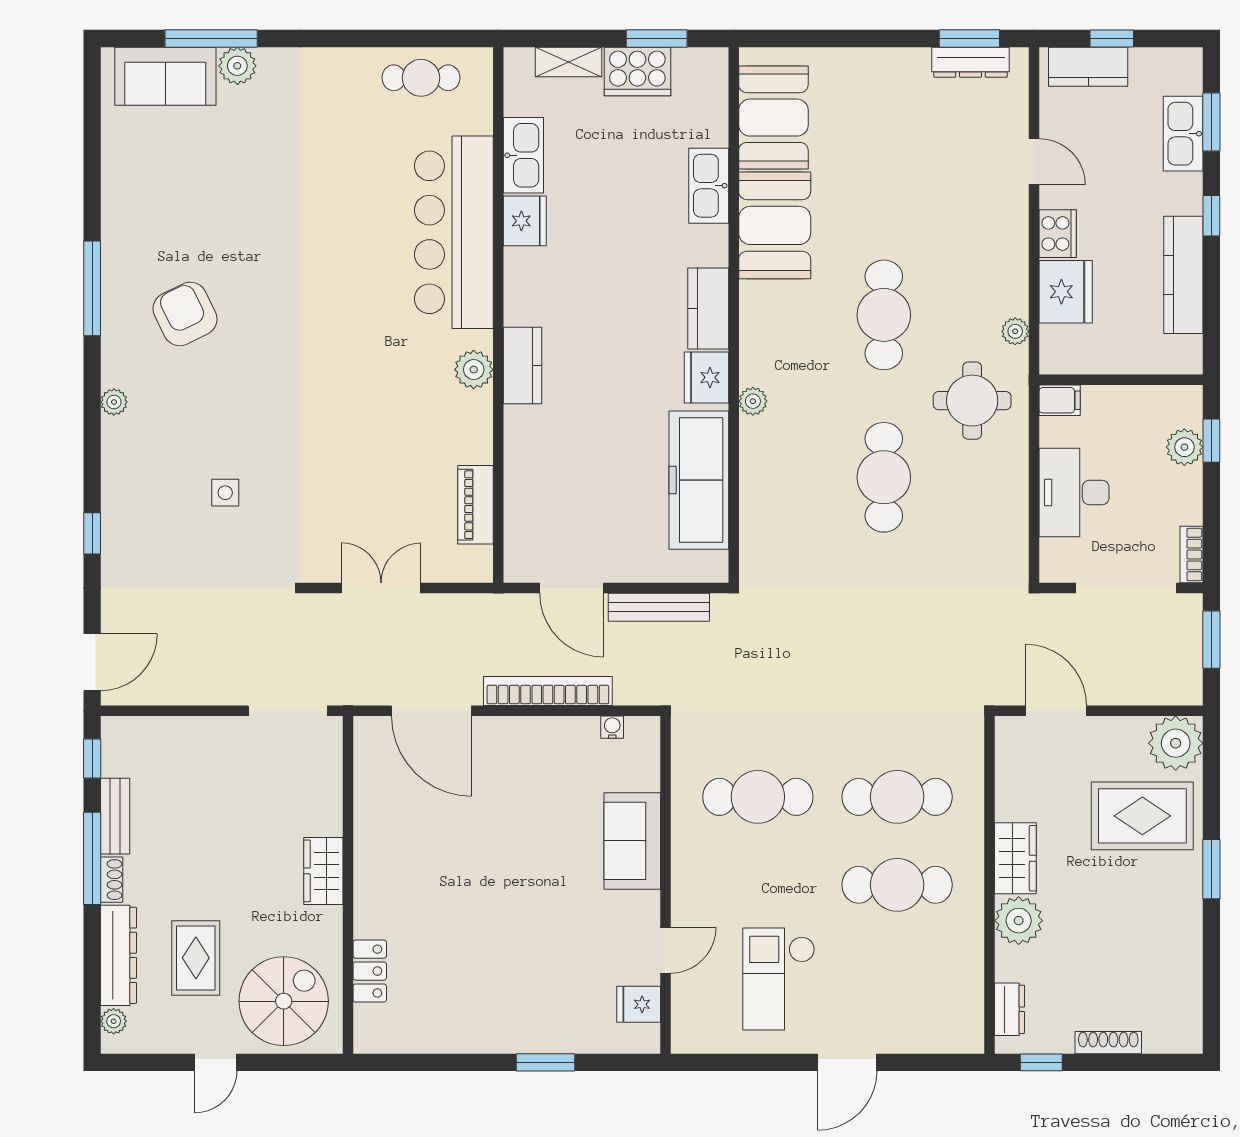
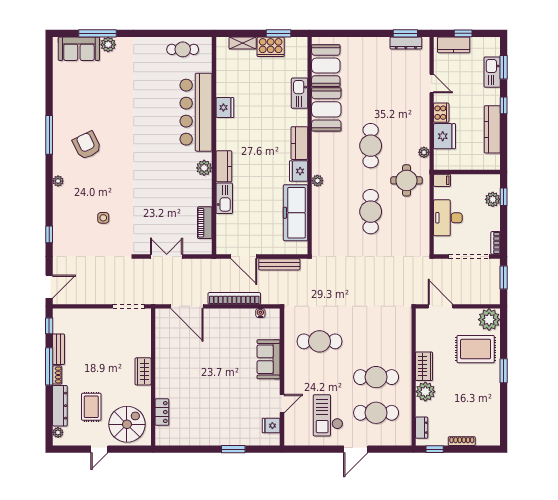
kitchen sink: (523, 155) -> (224, 198), moved
cafe table: (897, 797) -> (376, 413), moved

